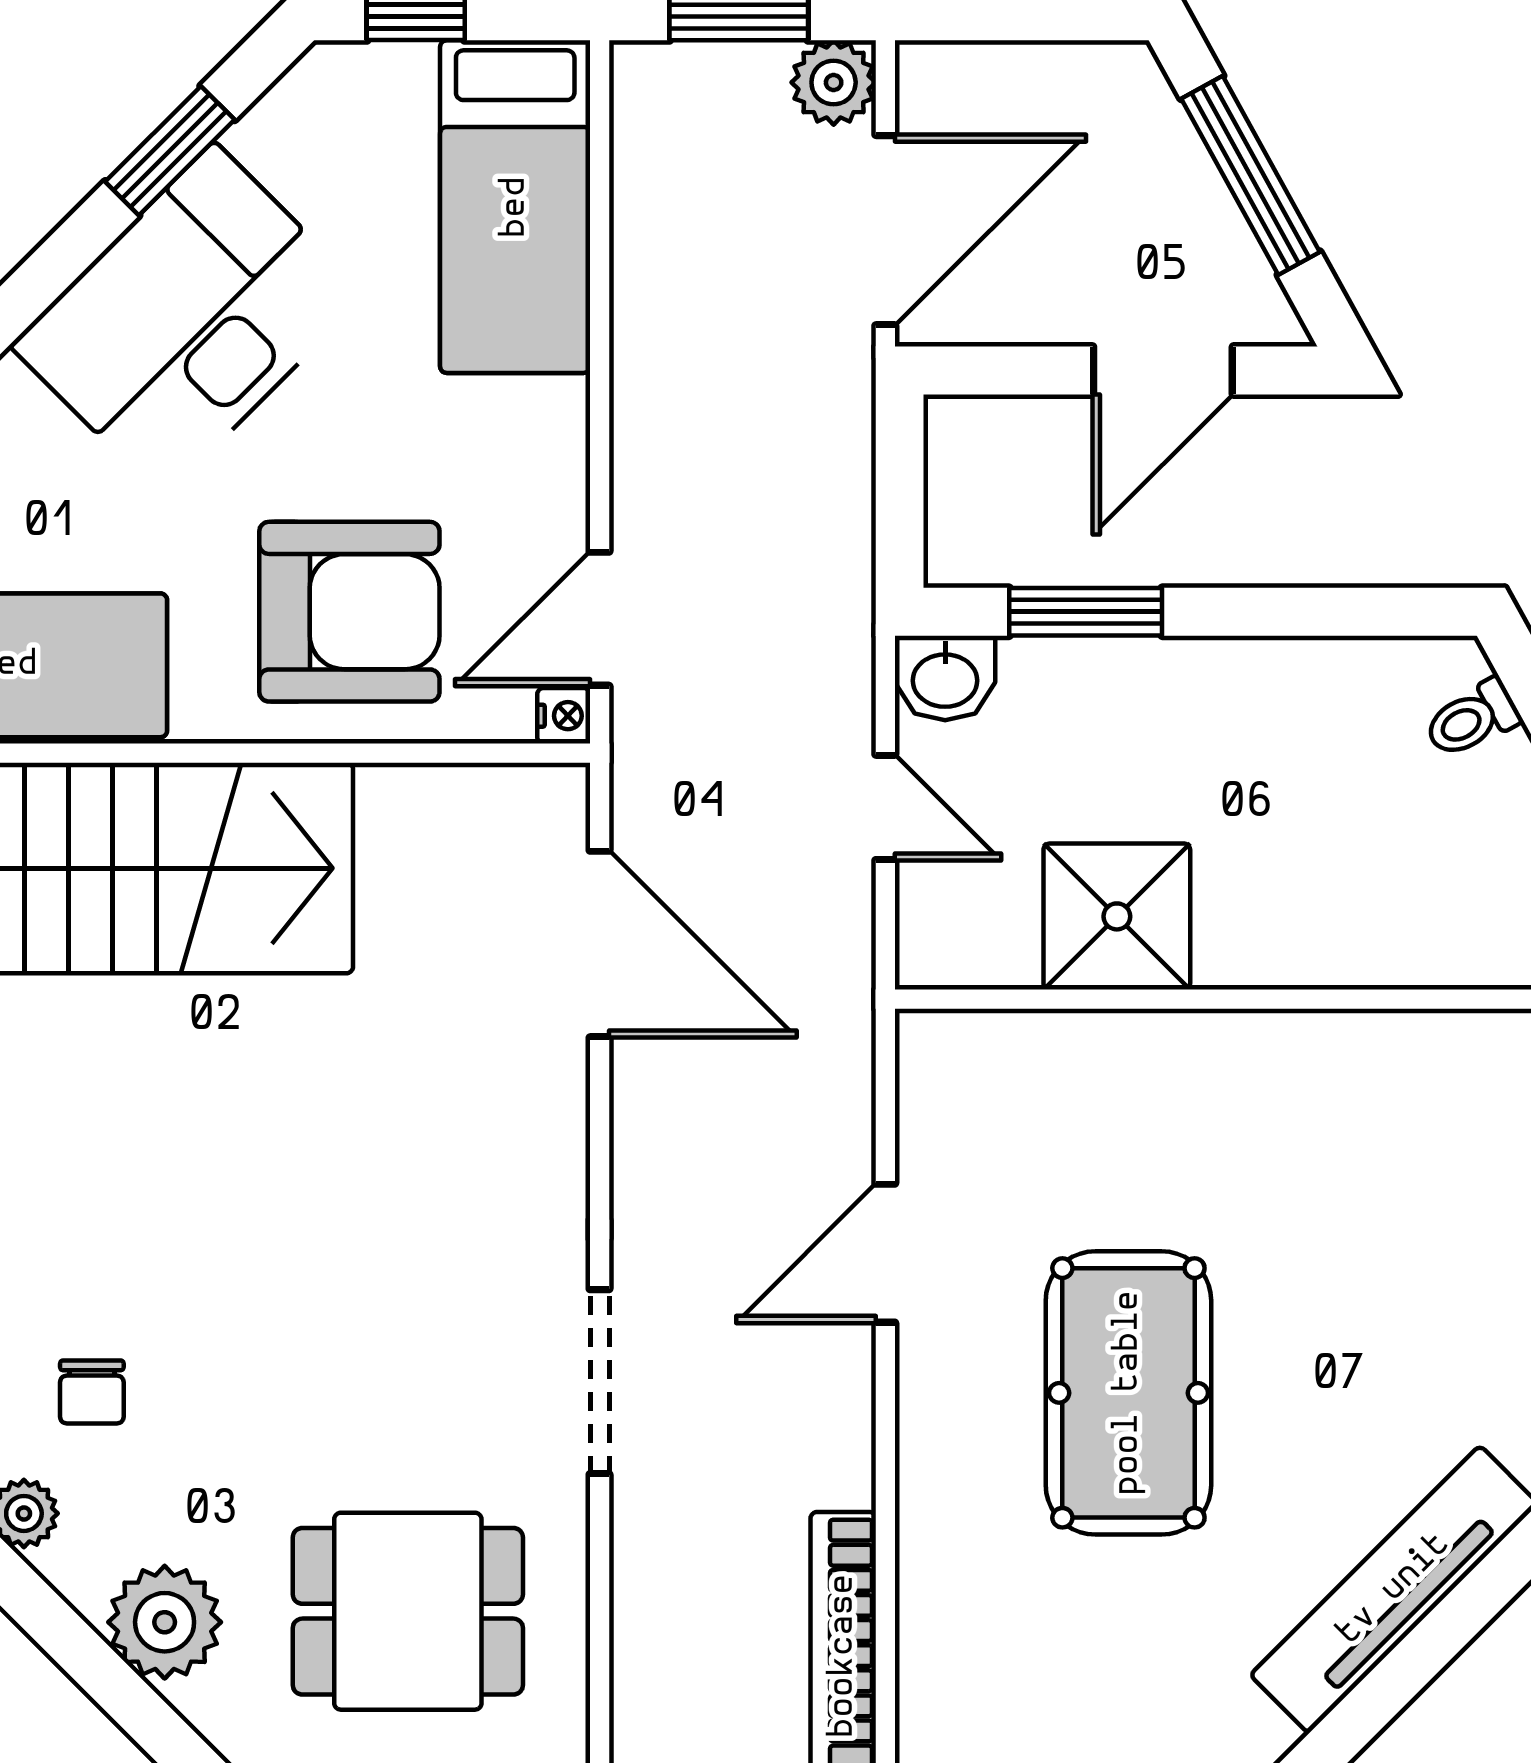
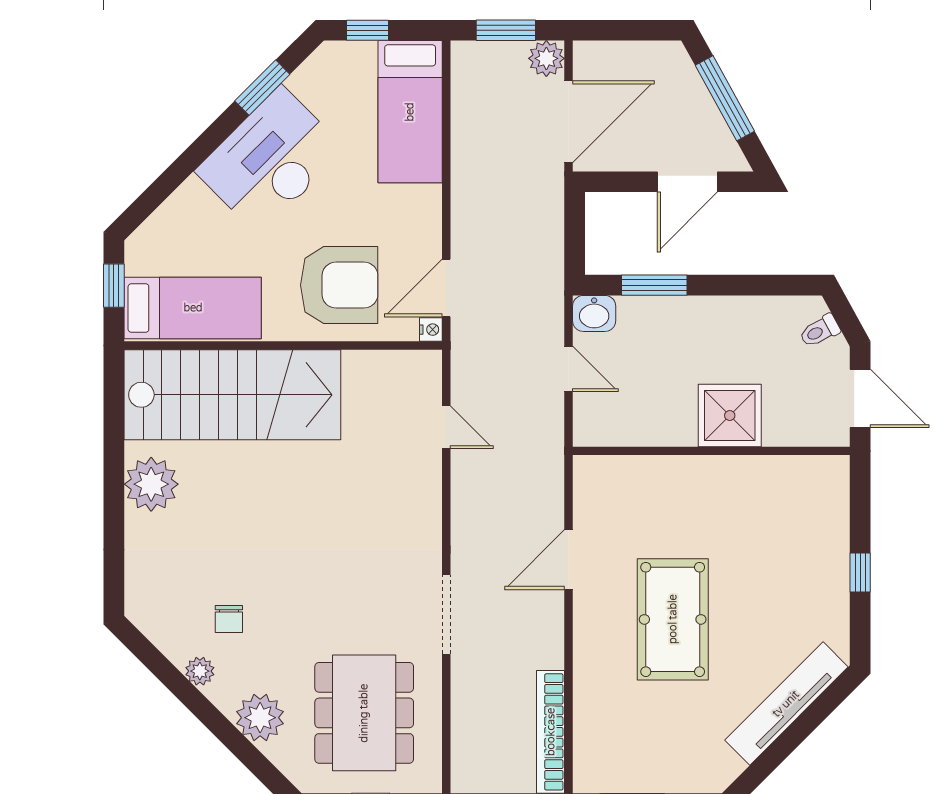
shower: (1117, 916) -> (730, 415), moved
door: (600, 944) -> (446, 427), width x0.53
dining table: (408, 1611) -> (364, 713), width x1.37

